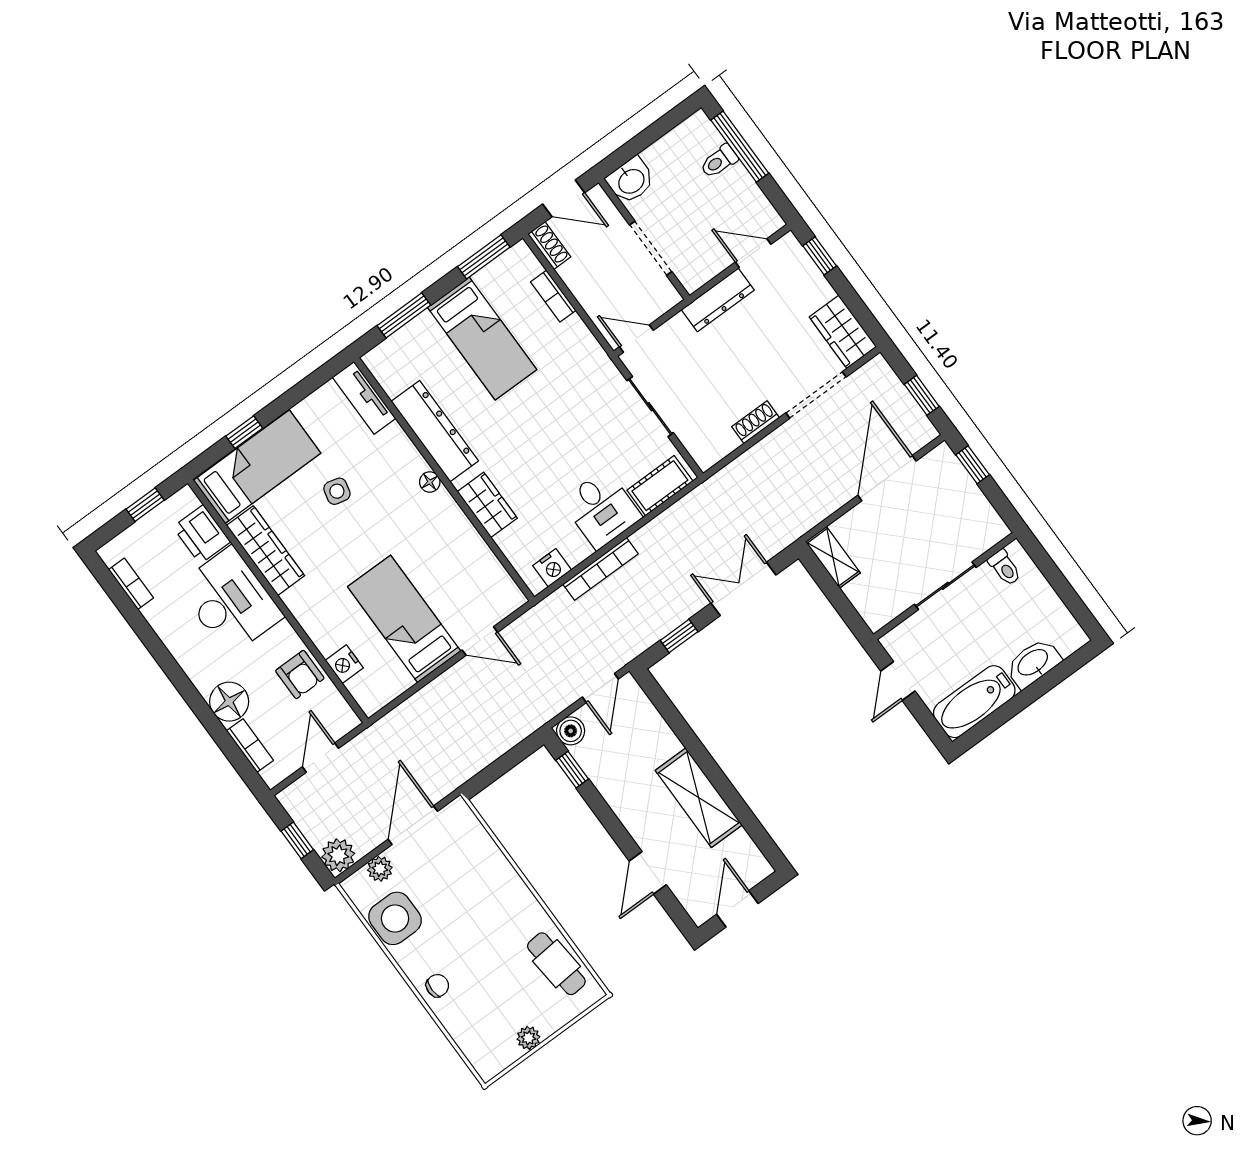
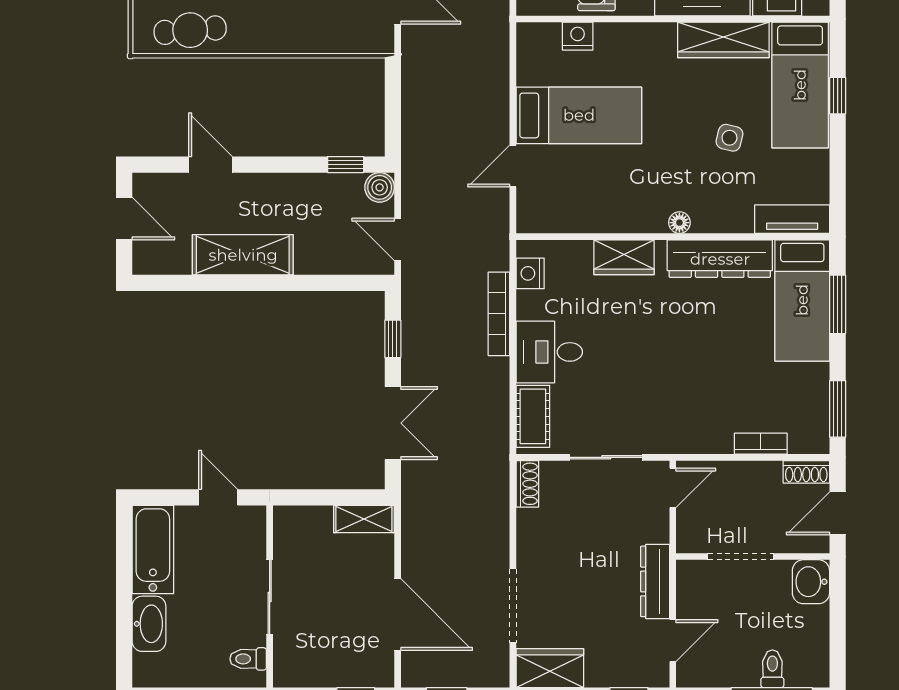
bed: (482, 339) -> (802, 300), moved, turned -90
shoe rack: (756, 422) -> (527, 484), moved

